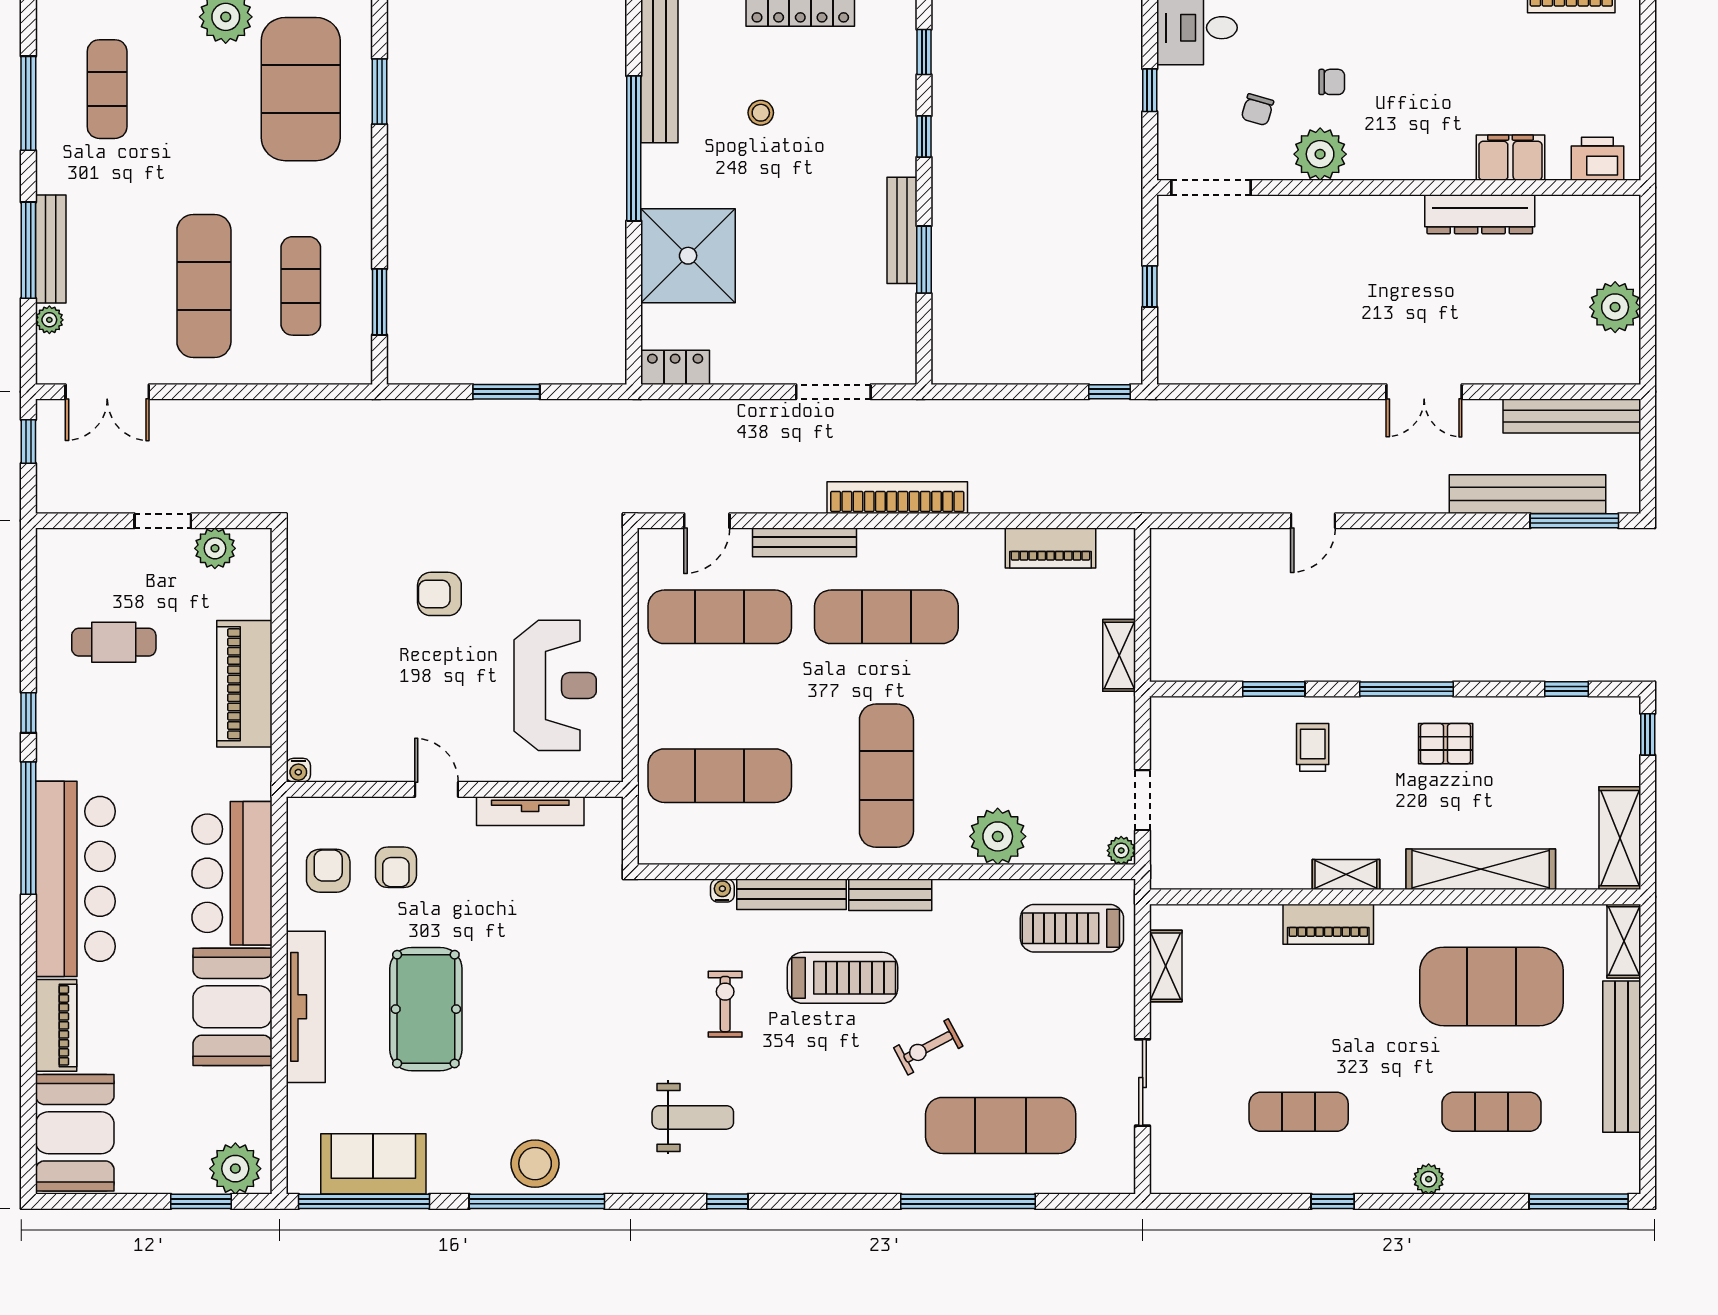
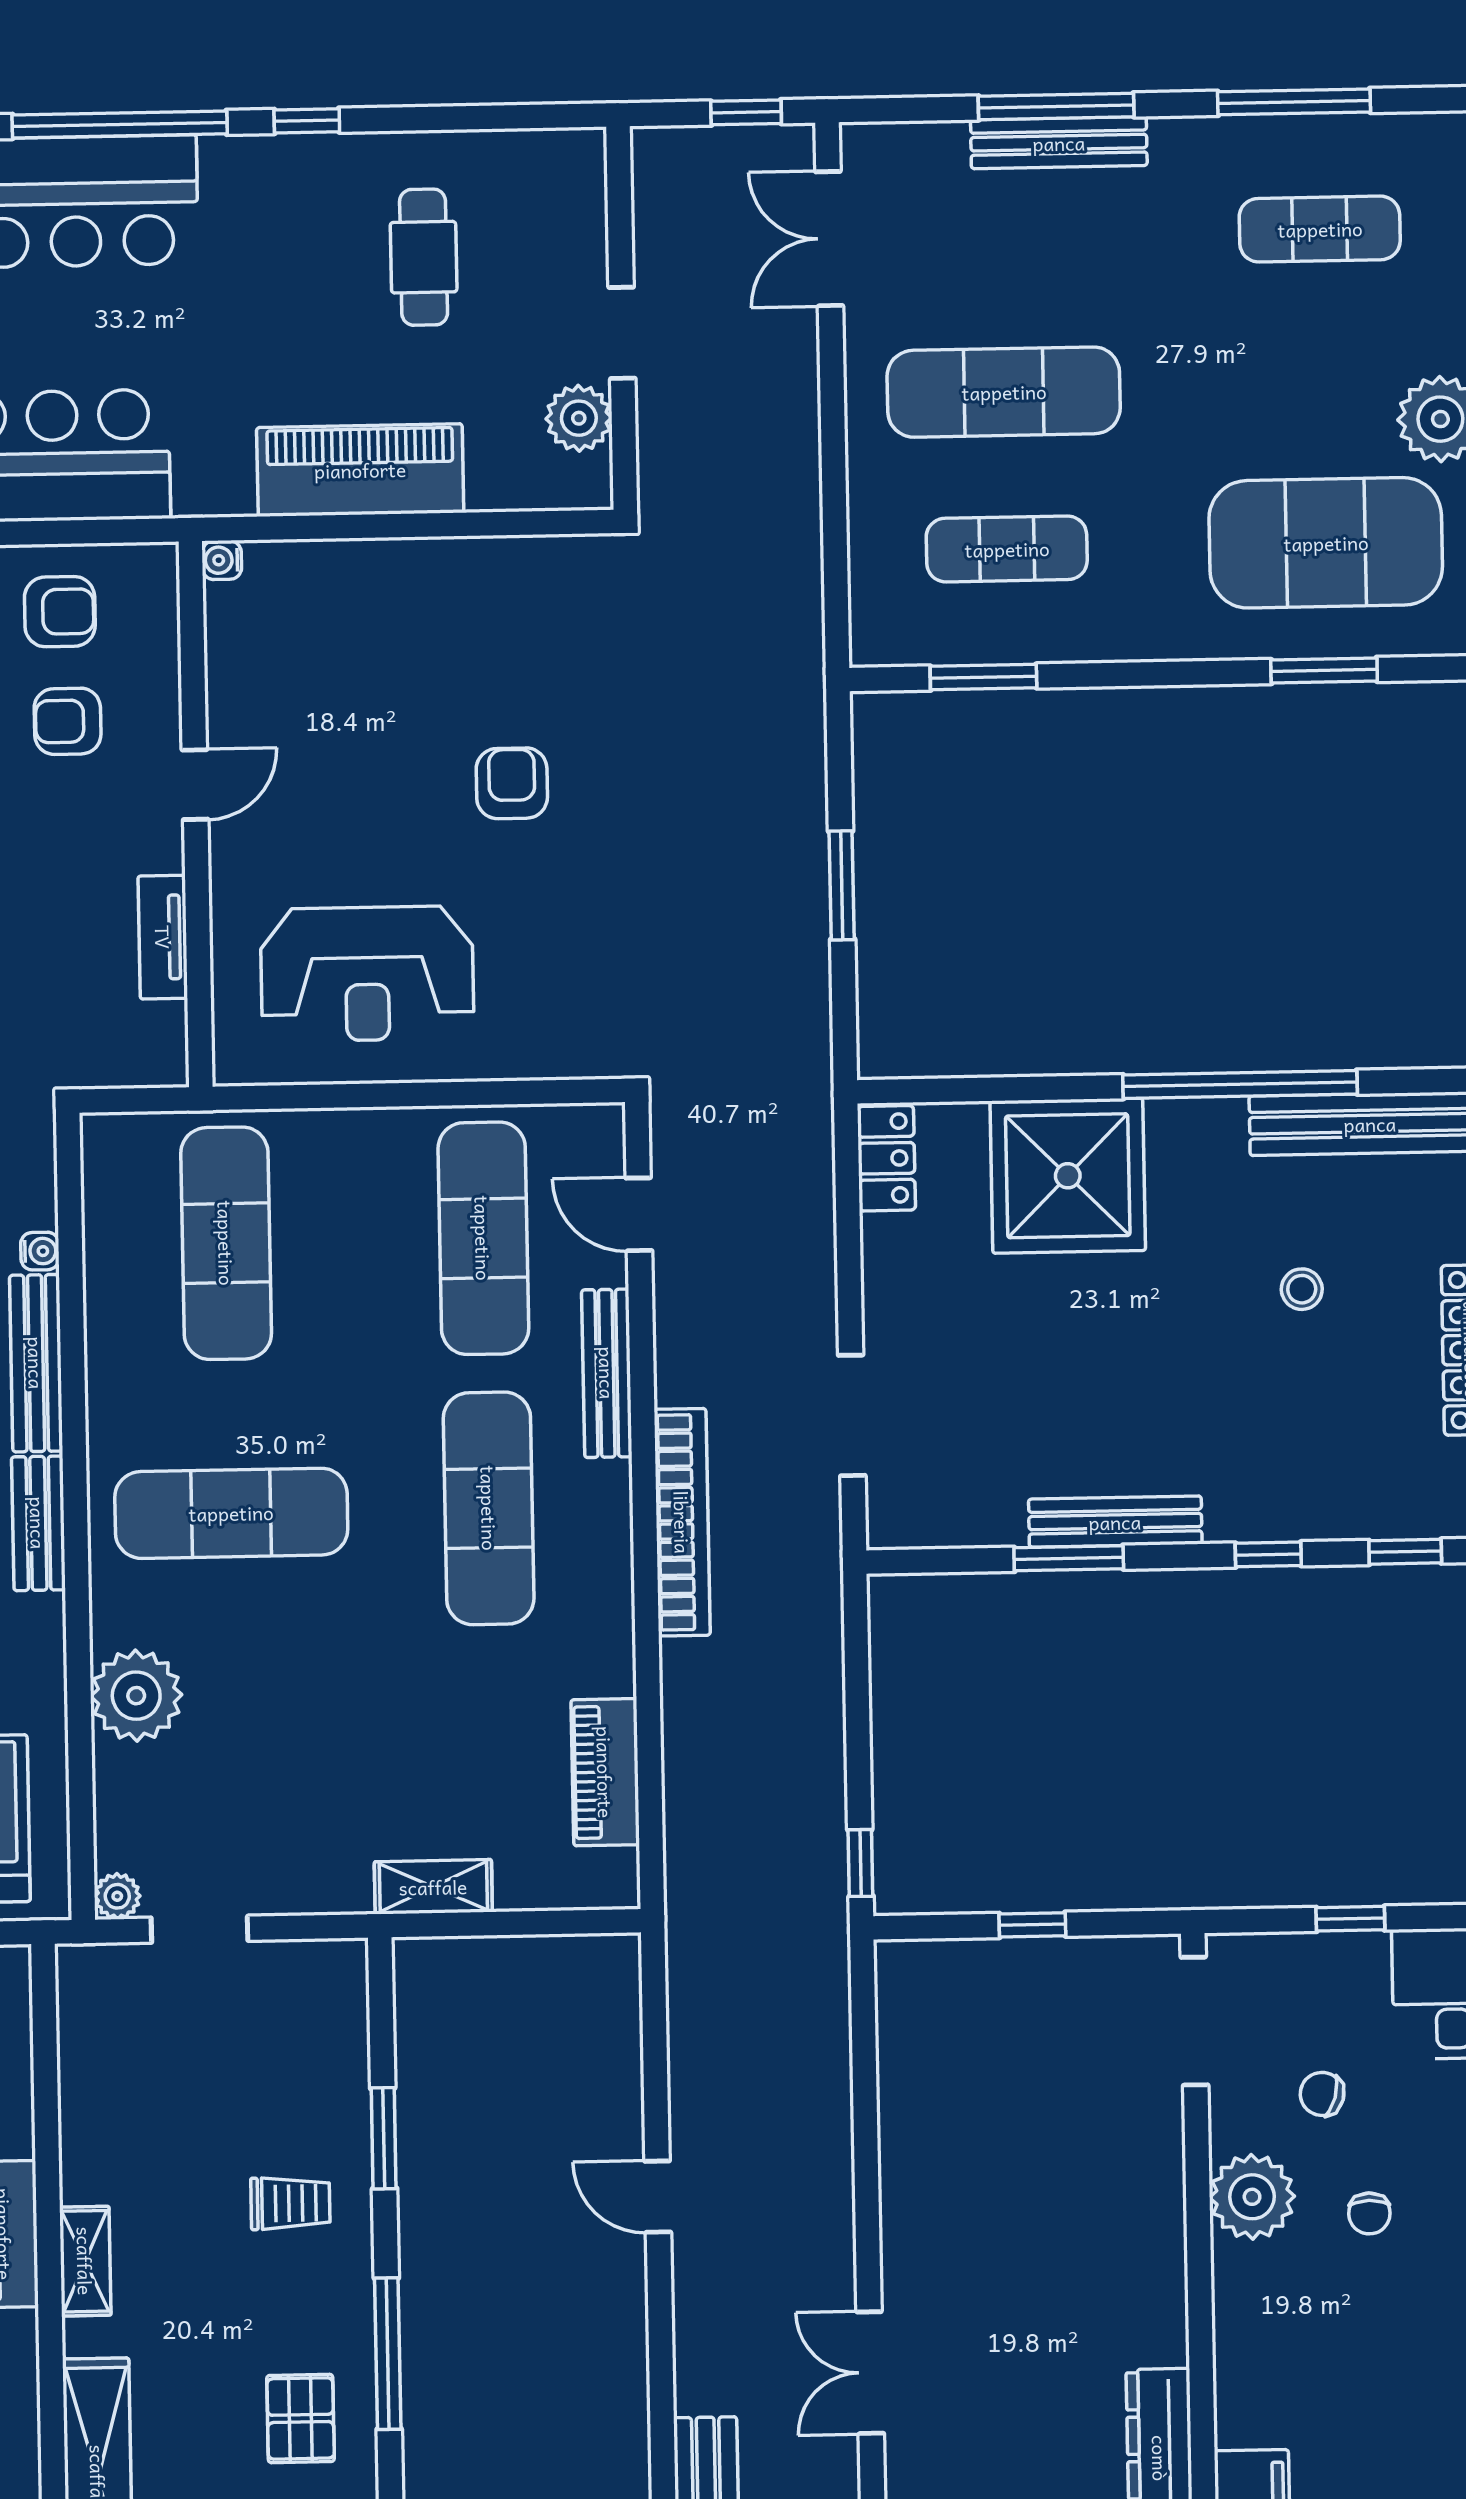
plant: (49, 320) -> (944, 143), removed
tv unit: (530, 811) -> (163, 937), width x0.71

